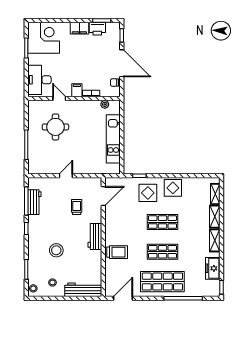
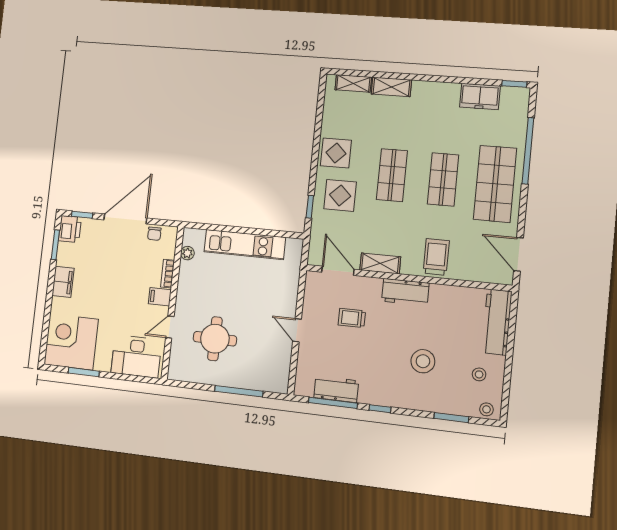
printer: (97, 29) -> (70, 229), moved
shelving: (215, 240) -> (380, 263), moved

